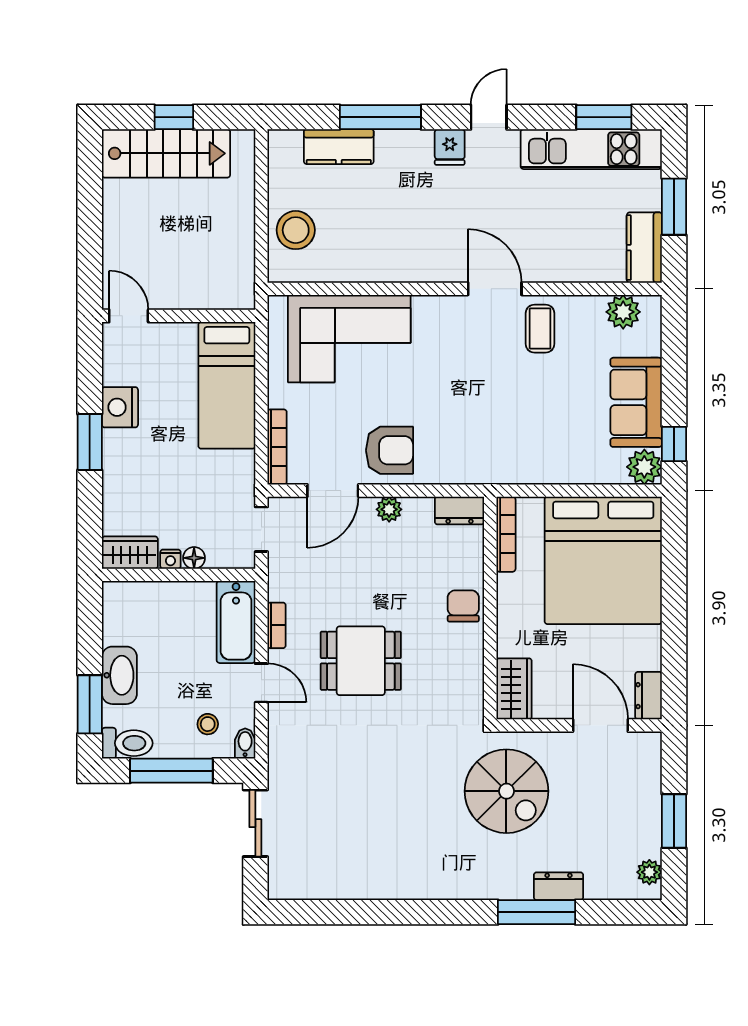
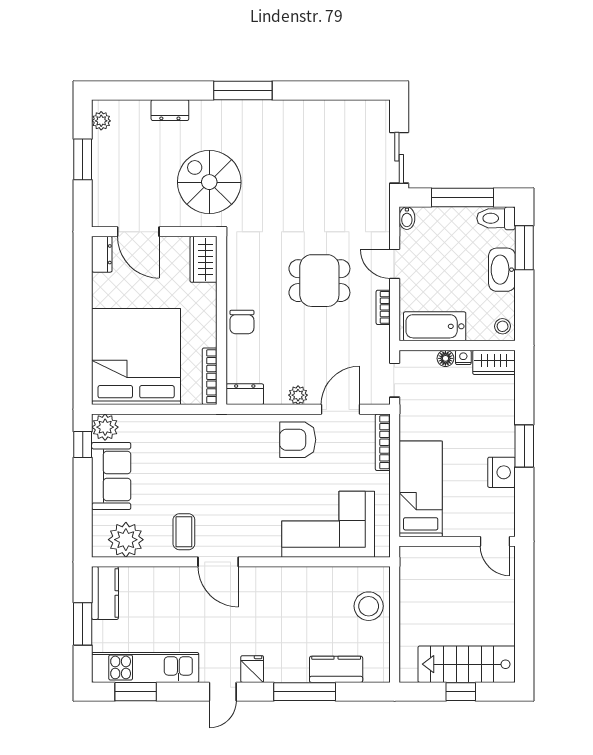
plant: (623, 312) -> (126, 540), width x1.36, depth x1.36
bathtub: (236, 622) -> (435, 326), moved, turned -90
stool: (208, 724) -> (503, 326), moved
window: (537, 912) -> (243, 91), moved

